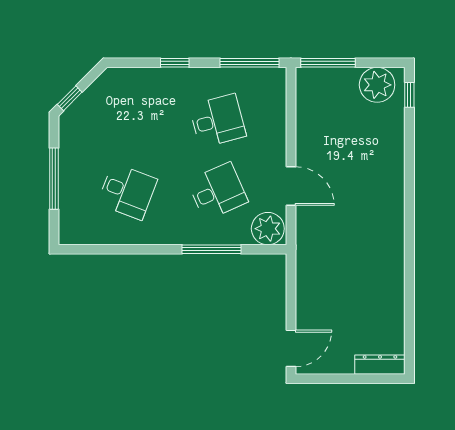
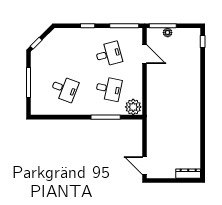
plant: (377, 85) -> (168, 33), moved, width x0.53, depth x0.53
door: (291, 186) -> (145, 54), moved
desk: (218, 191) -> (109, 89), turned 36
door: (291, 348) -> (145, 166), swing flipped

